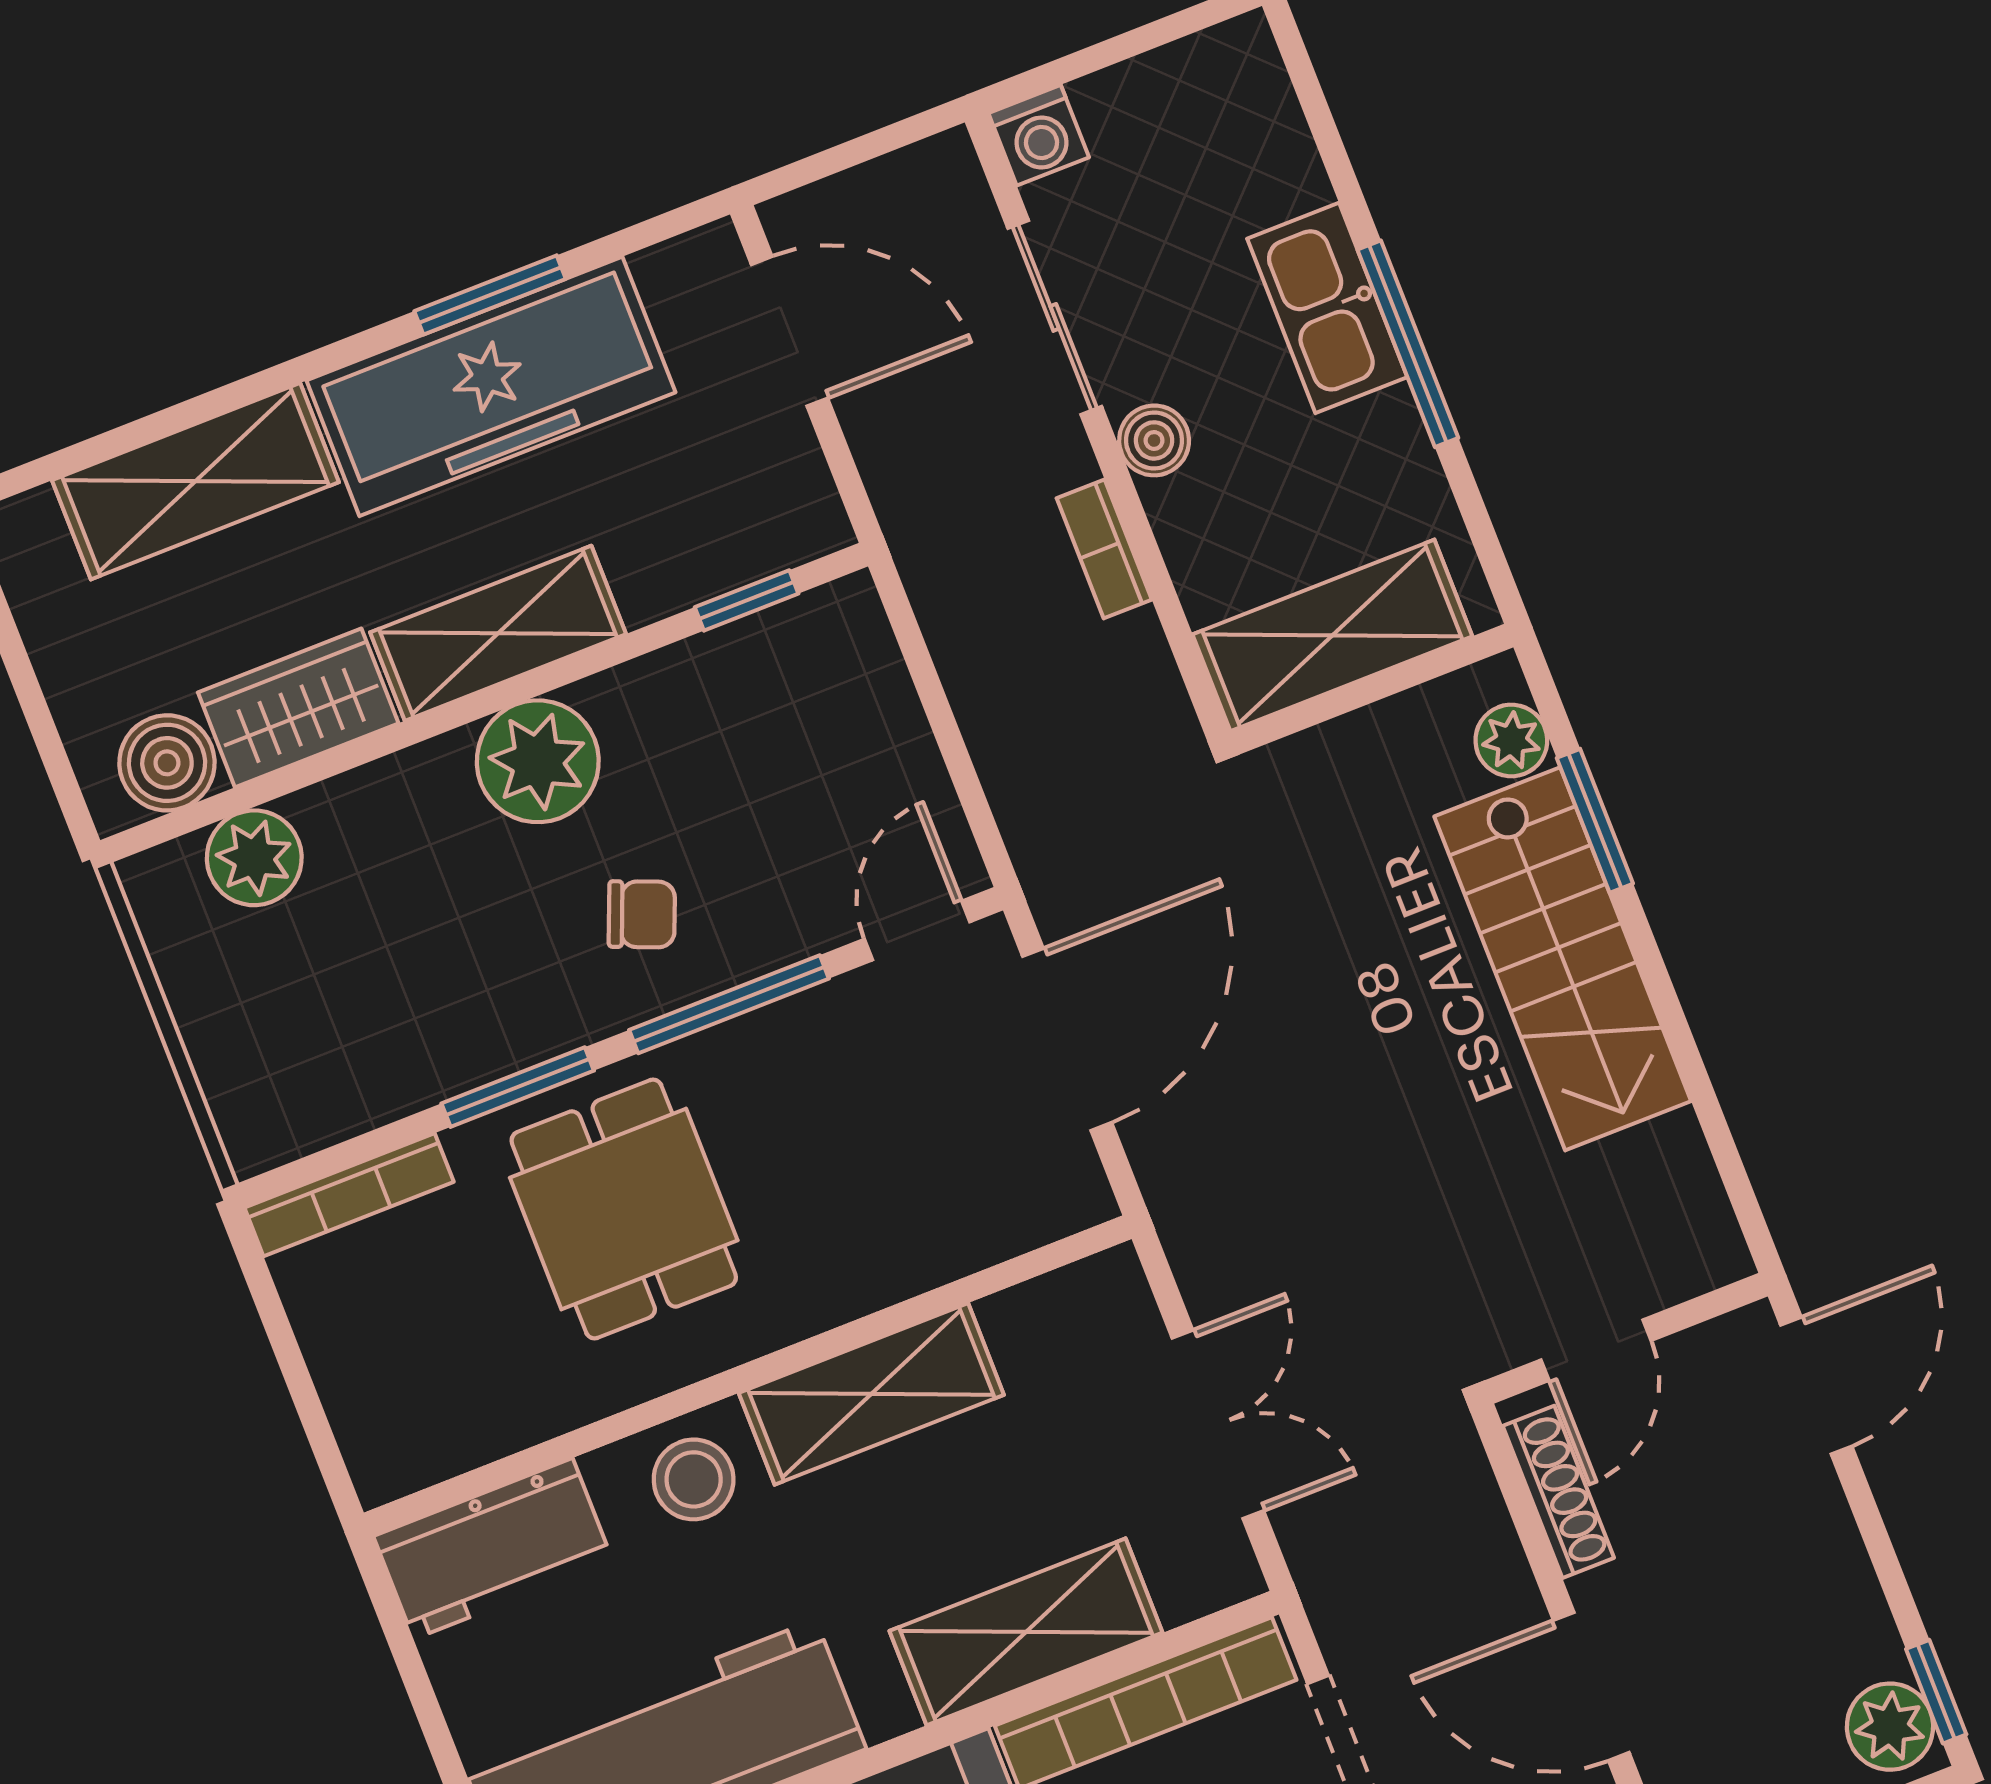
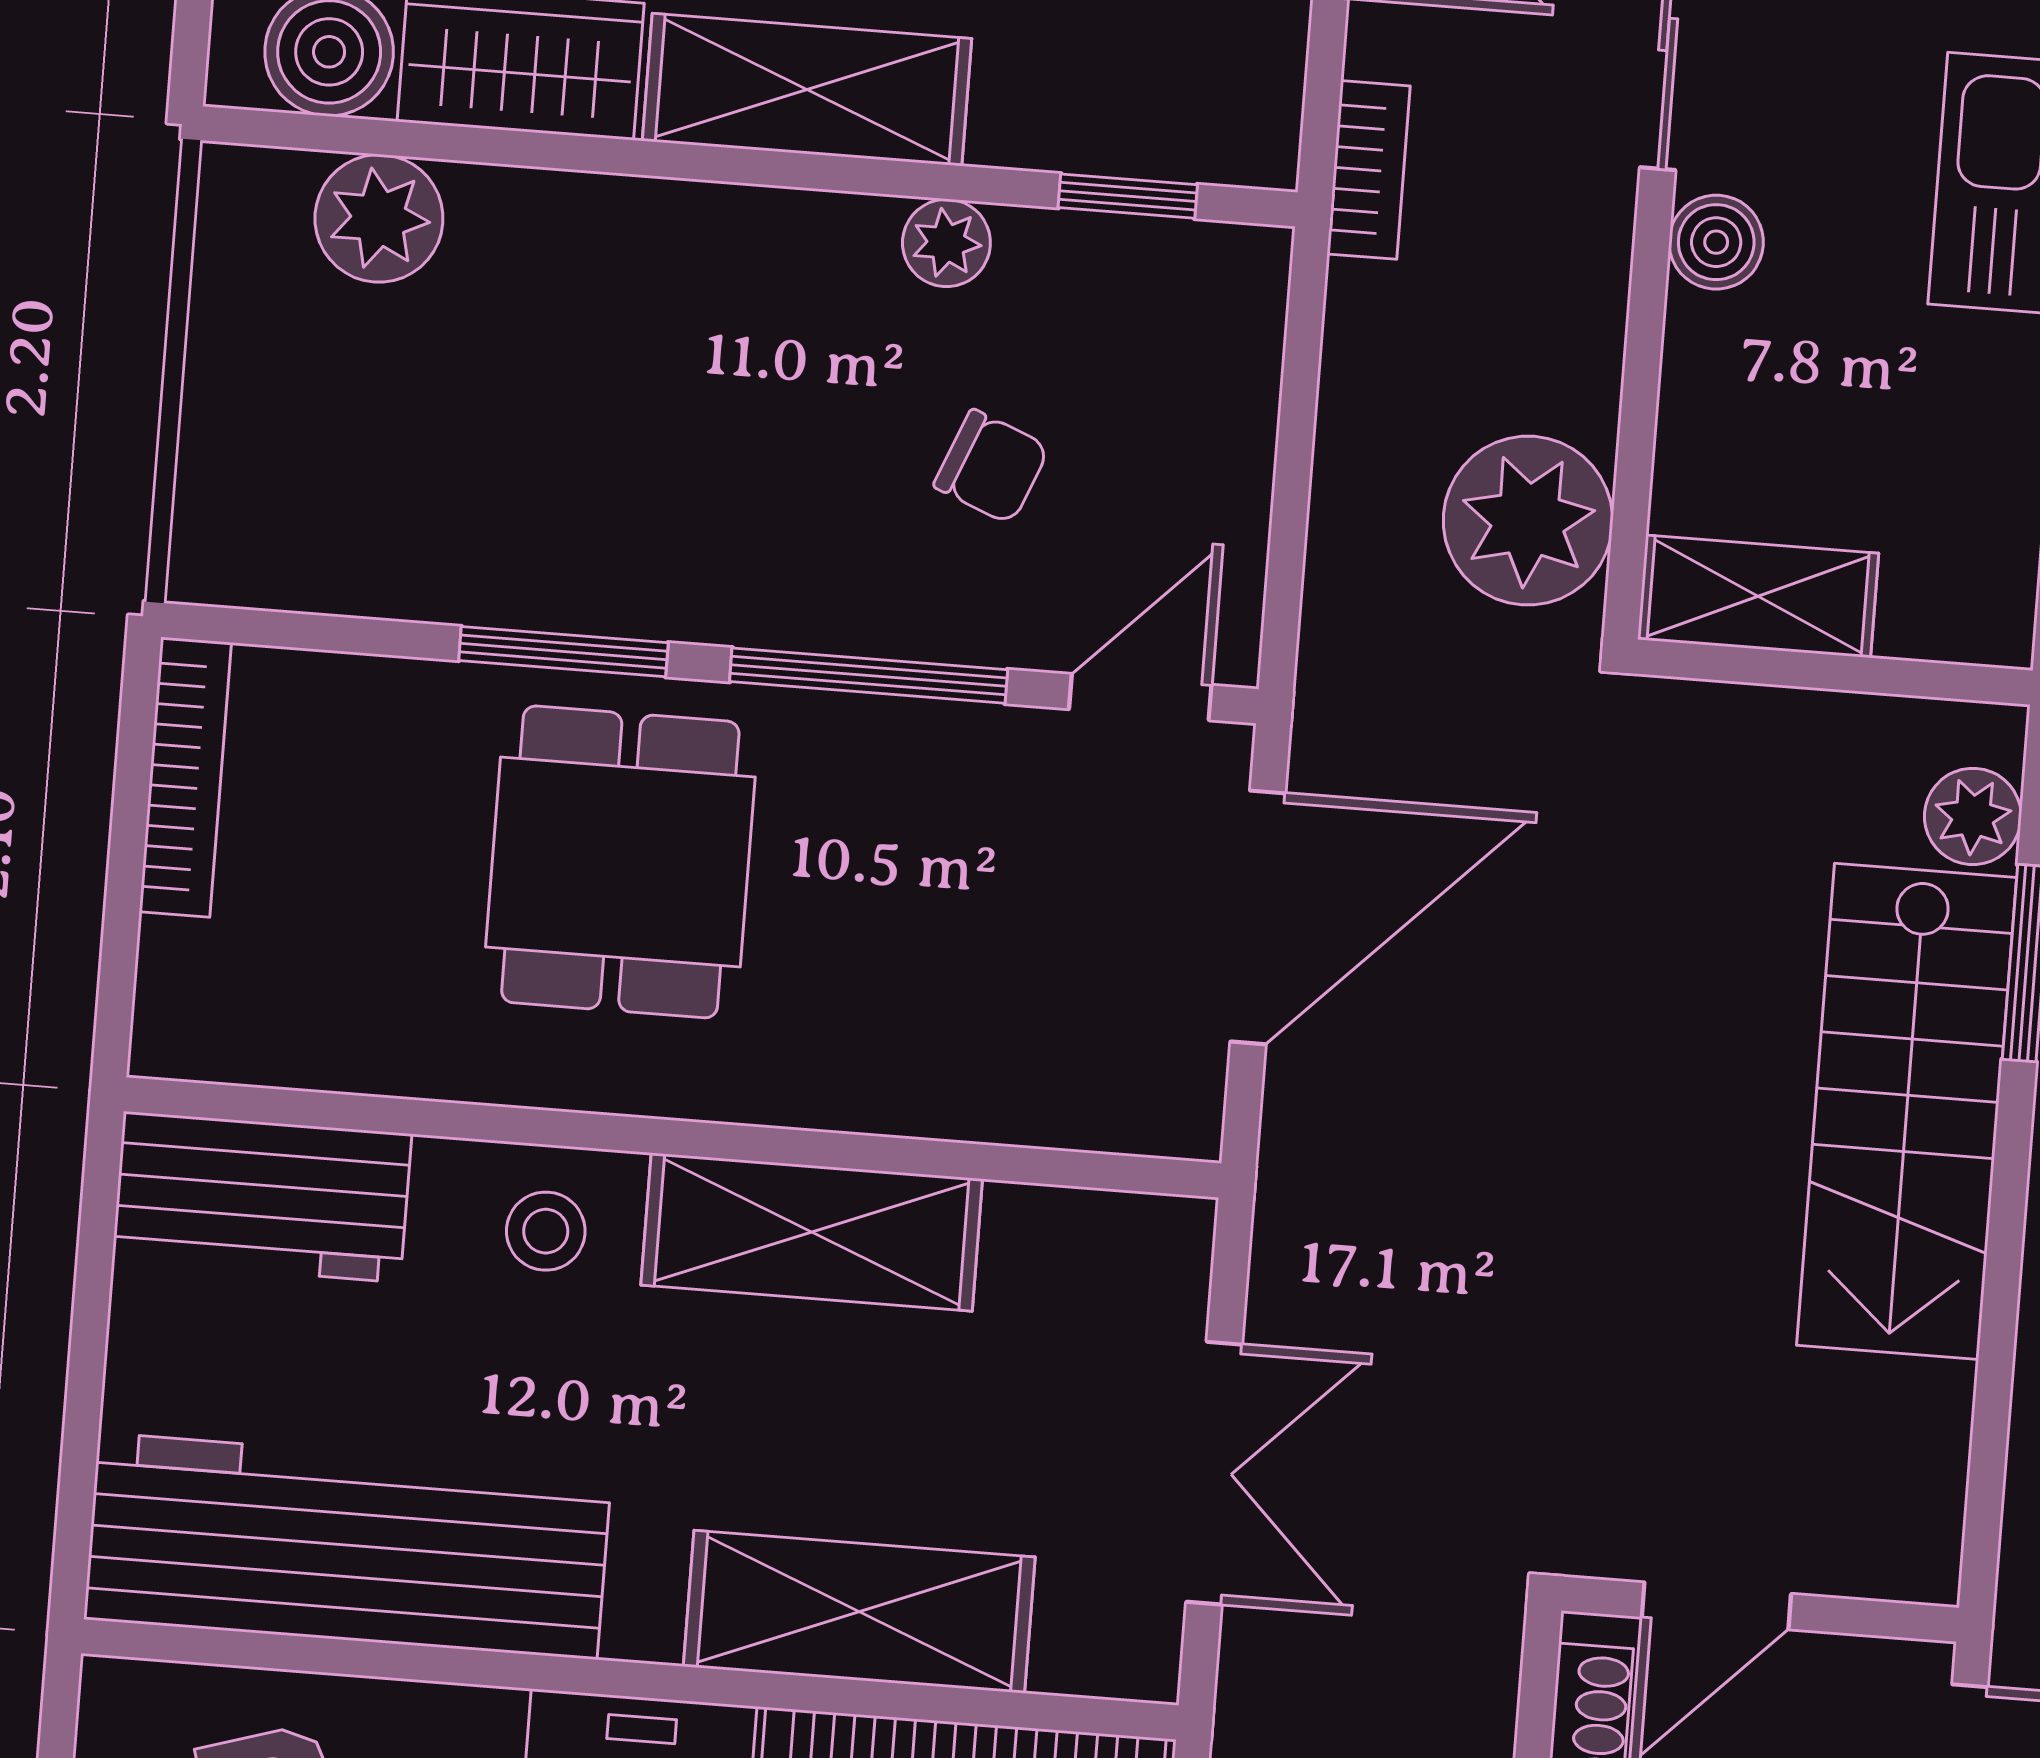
bookcase: (1104, 549) -> (1369, 170), moved, turned 180
shelving: (1332, 635) -> (1758, 596), width x0.67, depth x0.75
plant: (1119, 687) -> (1528, 521), added
plant: (538, 761) -> (946, 243), moved, width x0.53, depth x0.53
chair: (642, 914) -> (991, 467), moved
bookcase: (349, 1195) -> (185, 777), moved, turned -90
stool: (694, 1479) -> (546, 1231), width x0.73, depth x0.73

